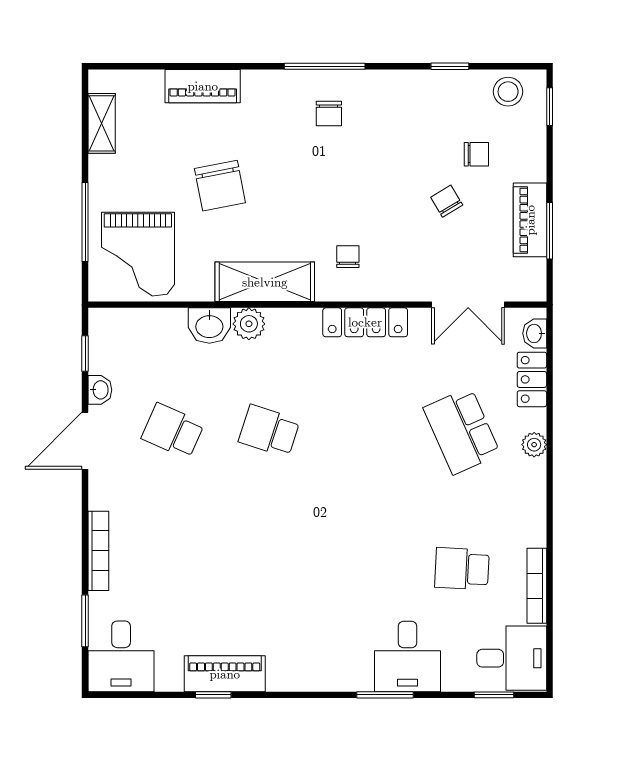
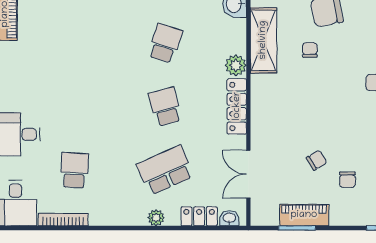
chair: (348, 257) -> (310, 50), moved, turned -90
plant: (249, 324) -> (236, 65), moved
school desk: (366, 431) -> (165, 107), added

